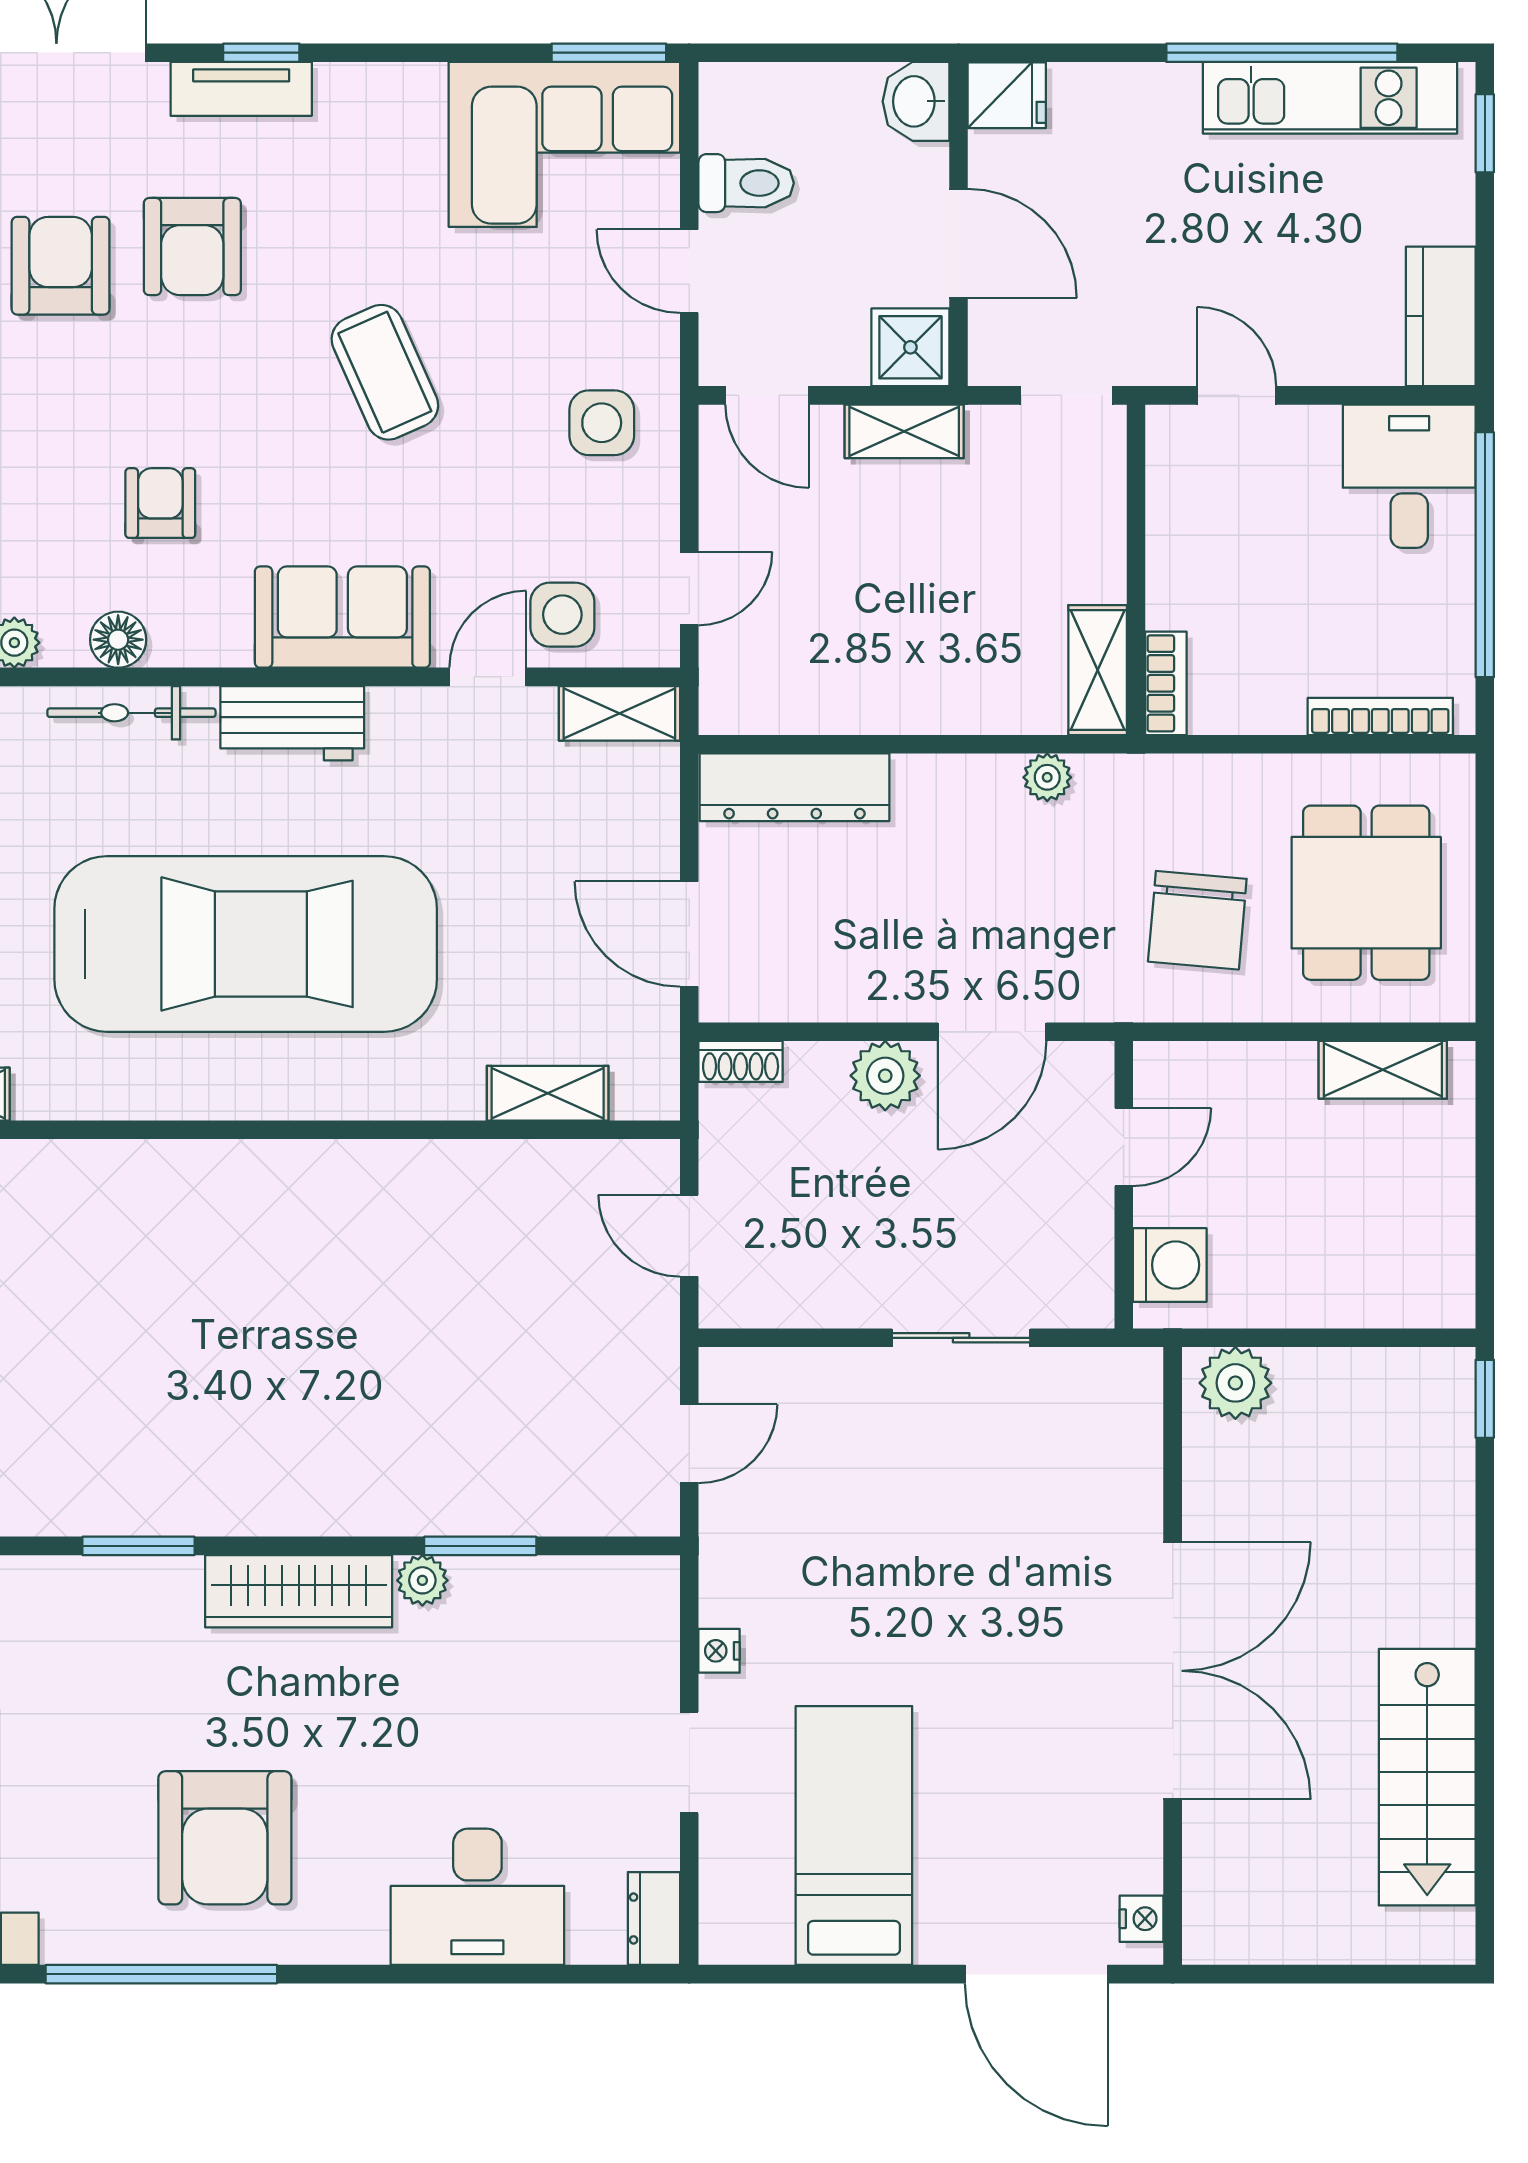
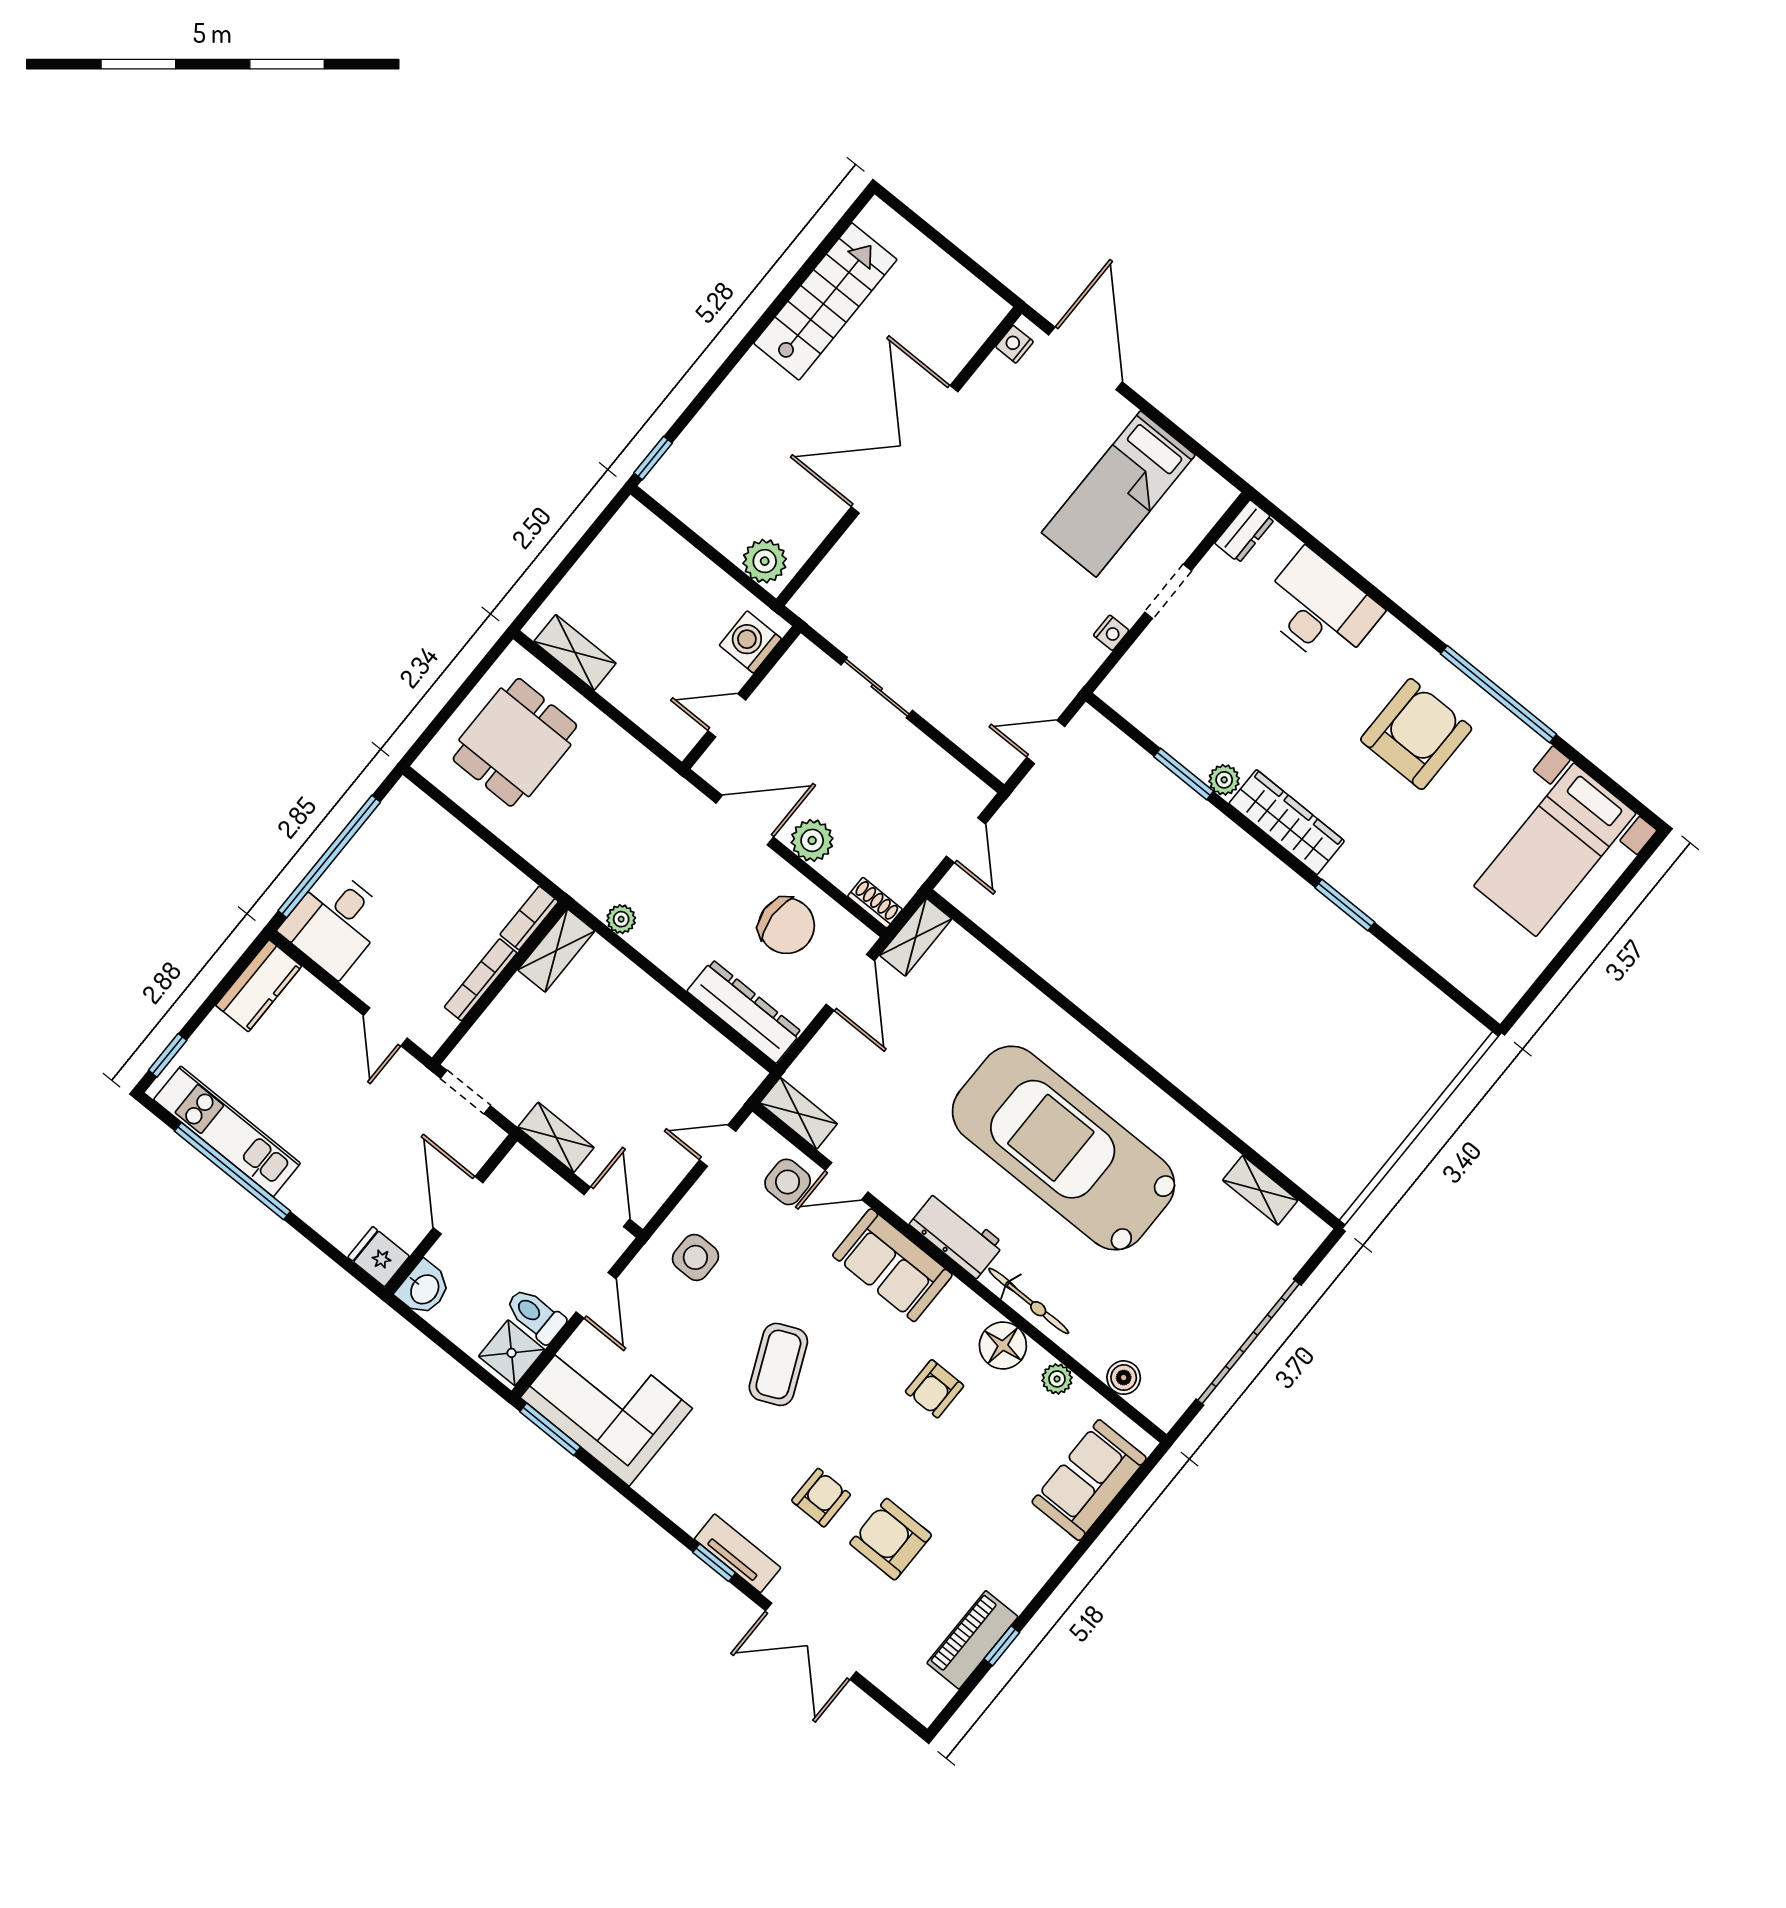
armchair: (192, 247) -> (821, 1498), width x0.72, depth x0.72
armchair: (61, 266) -> (891, 1539), turned 90
shower: (910, 347) -> (512, 1353), moved
floor lamp: (118, 640) -> (1003, 1345), width x1.38, depth x1.38
bookcase: (1380, 716) -> (481, 980), moved, turned 90
chair: (1197, 920) -> (787, 926), moved, turned 82
shelving: (548, 1093) -> (916, 937), moved, turned 90

